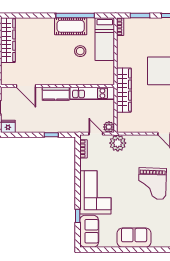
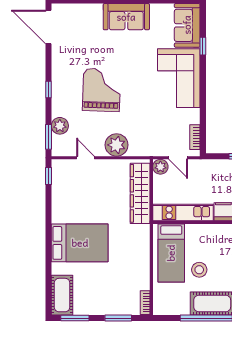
bed: (105, 39) -> (171, 253), moved, turned 180
wardrobe: (124, 90) -> (140, 193), moved
plant: (118, 143) -> (117, 145), moved

